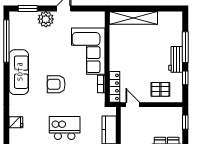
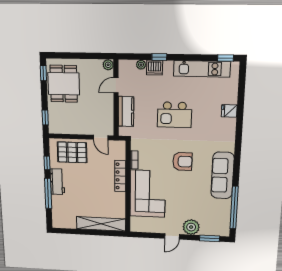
locker: (114, 87) -> (120, 176), moved
pallet: (160, 89) -> (72, 152), width x1.50, depth x1.42
fridge: (16, 122) -> (229, 111), moved

